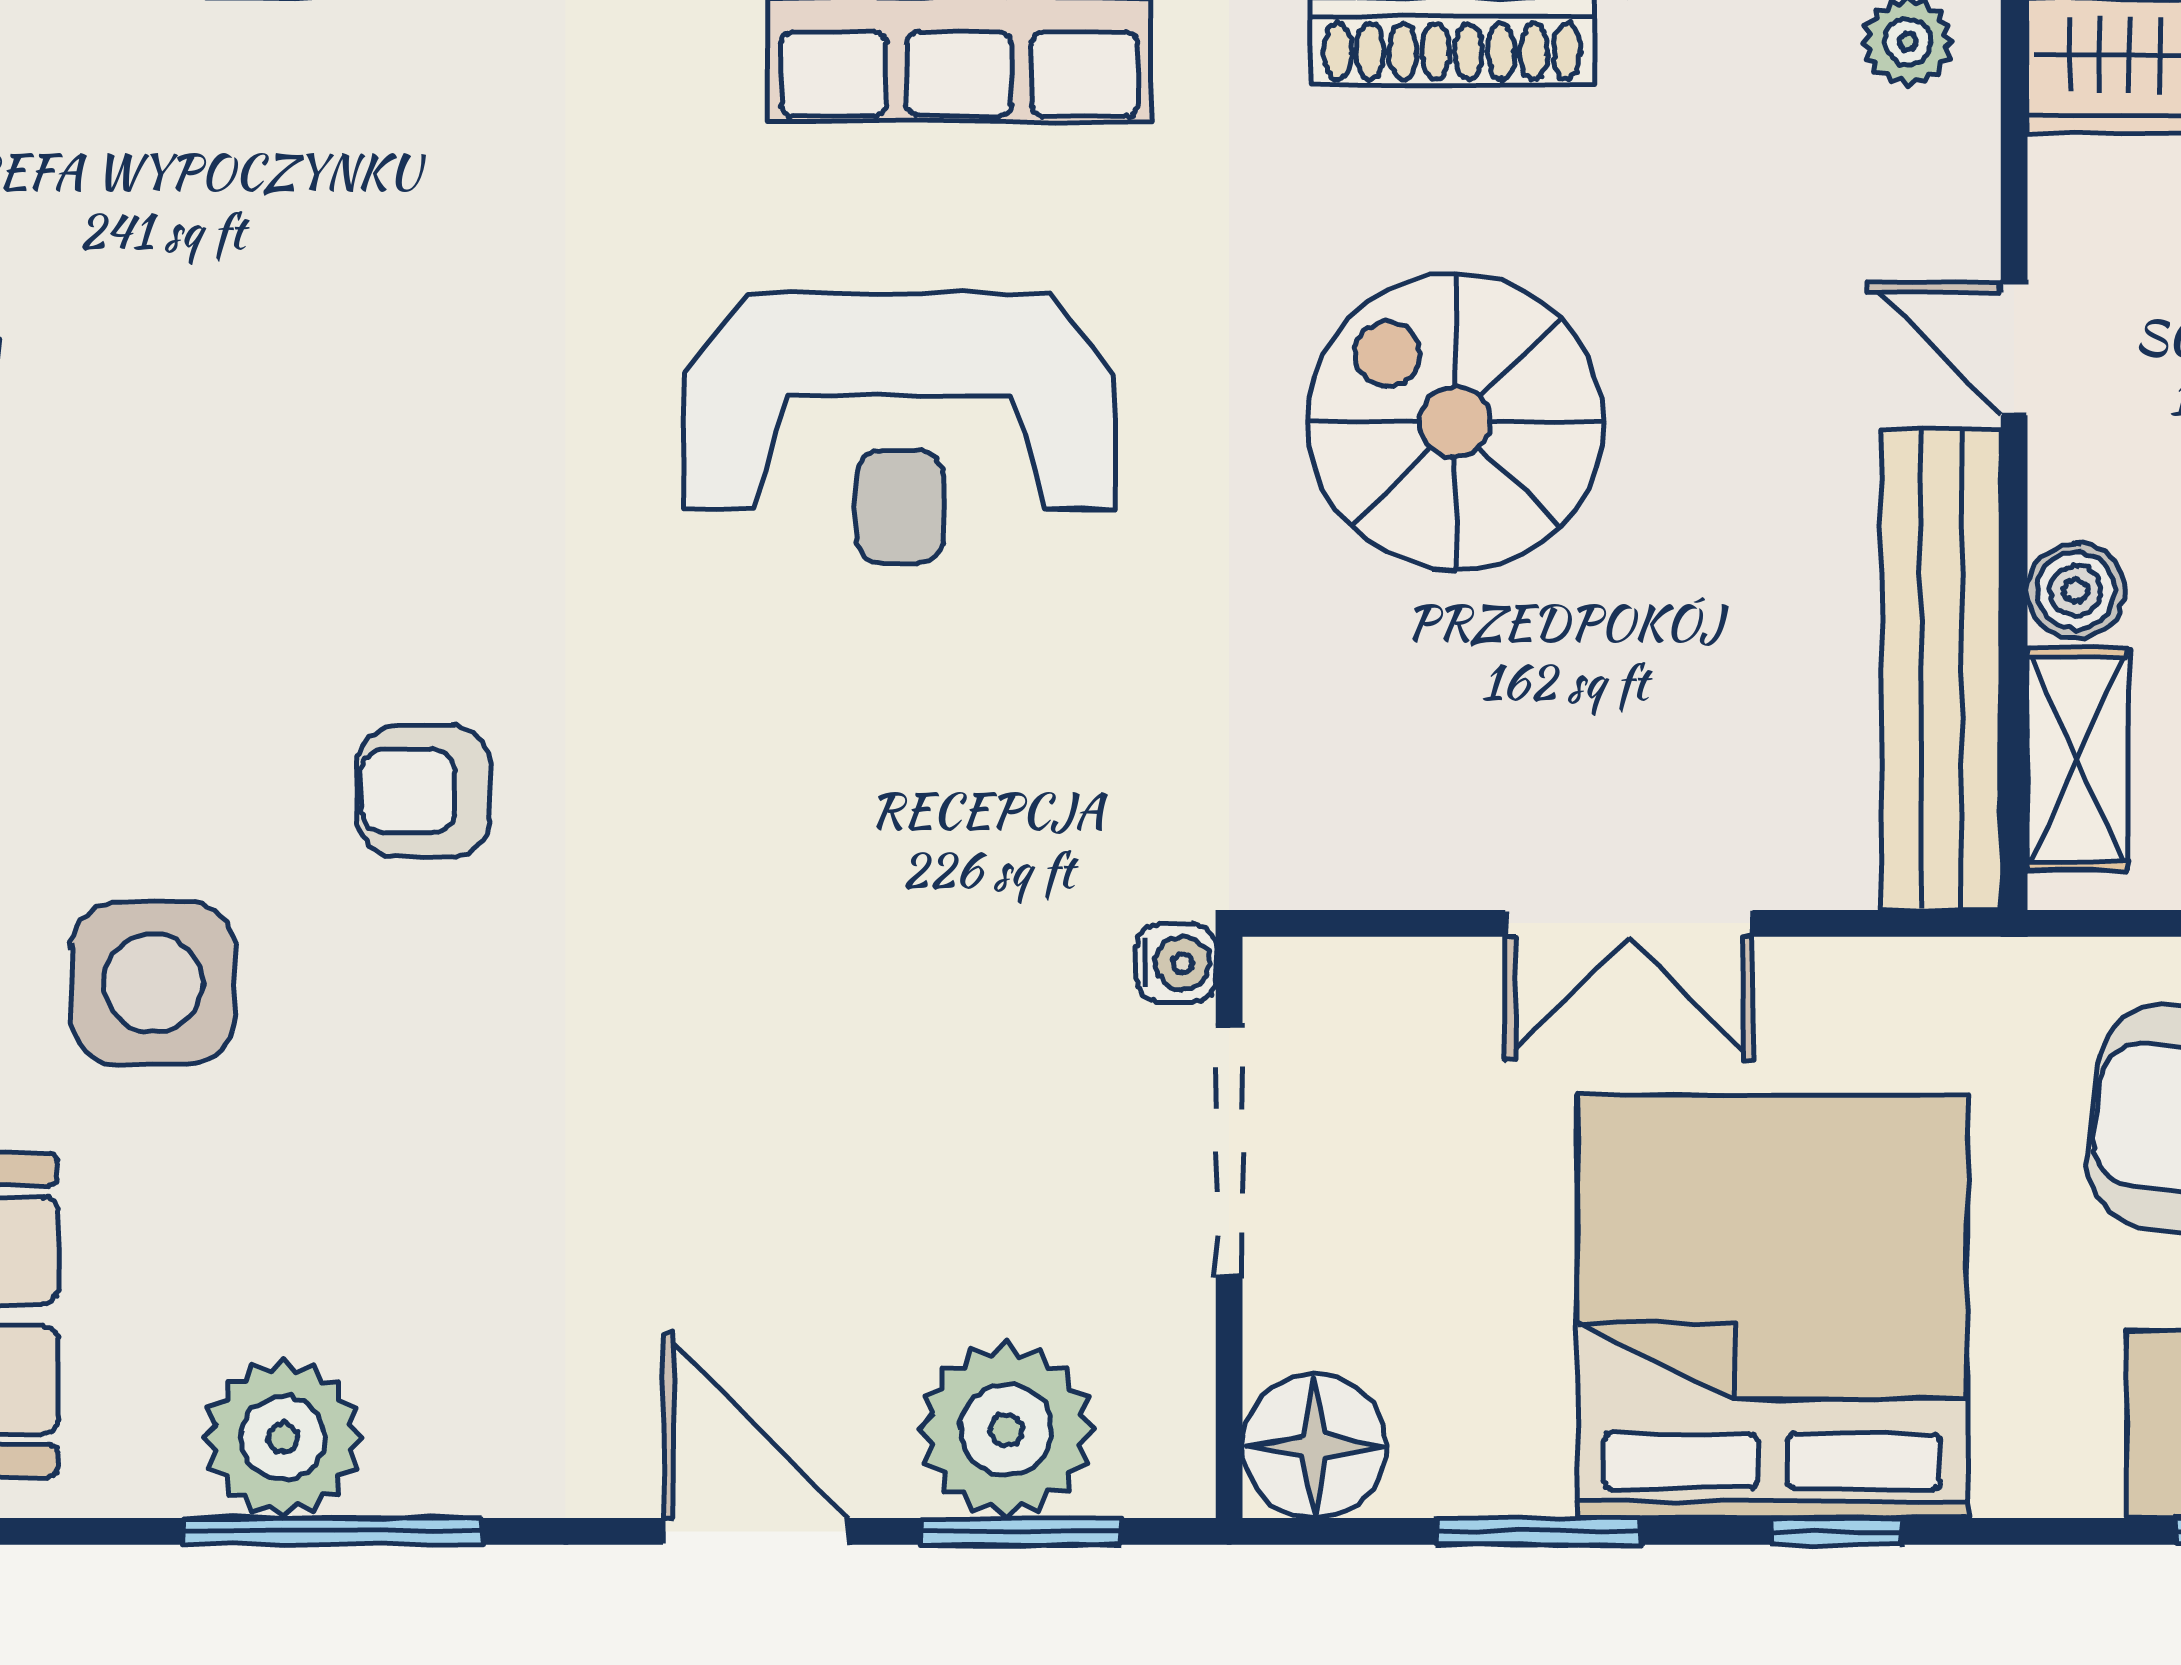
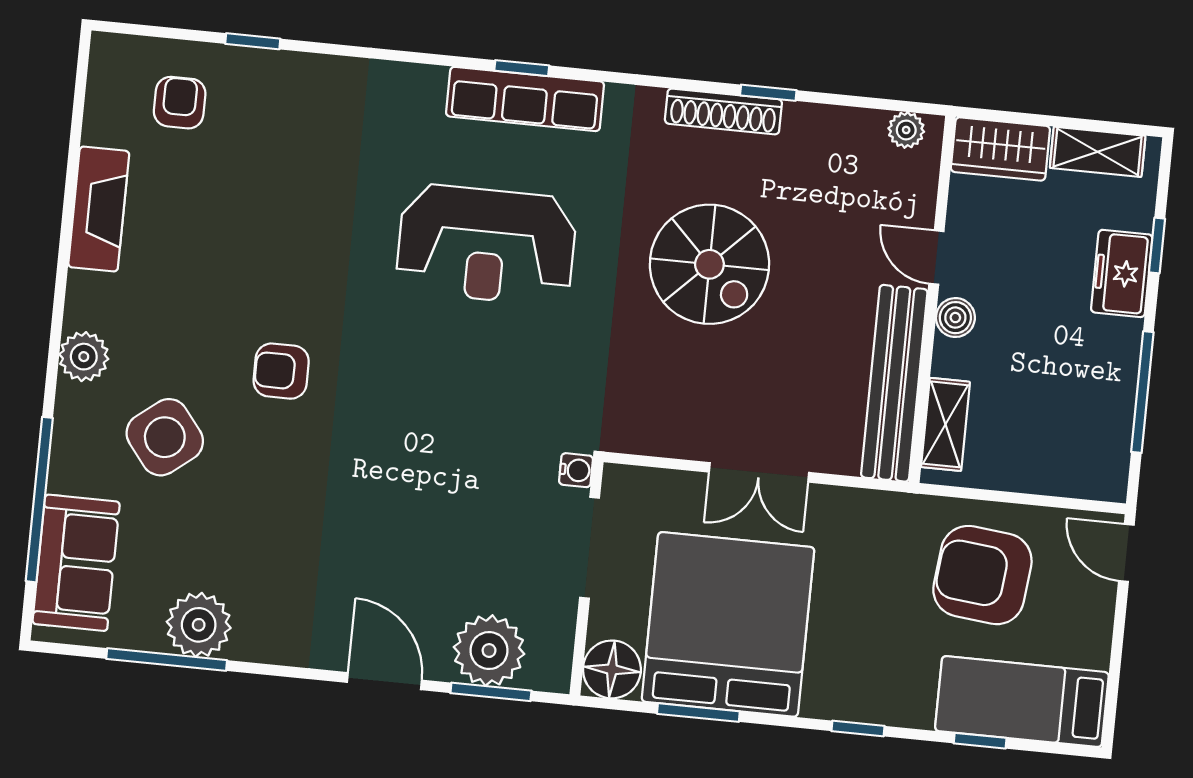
armchair: (107, 153) -> (180, 103), added
spiral stairs: (1455, 422) -> (709, 264), turned 180
boiler: (2076, 591) -> (955, 318), moved
side table: (153, 983) -> (165, 437), turned -38
bed: (1772, 1307) -> (728, 624), moved
window: (333, 1531) -> (167, 659), moved
window: (1836, 1531) -> (858, 728), moved

